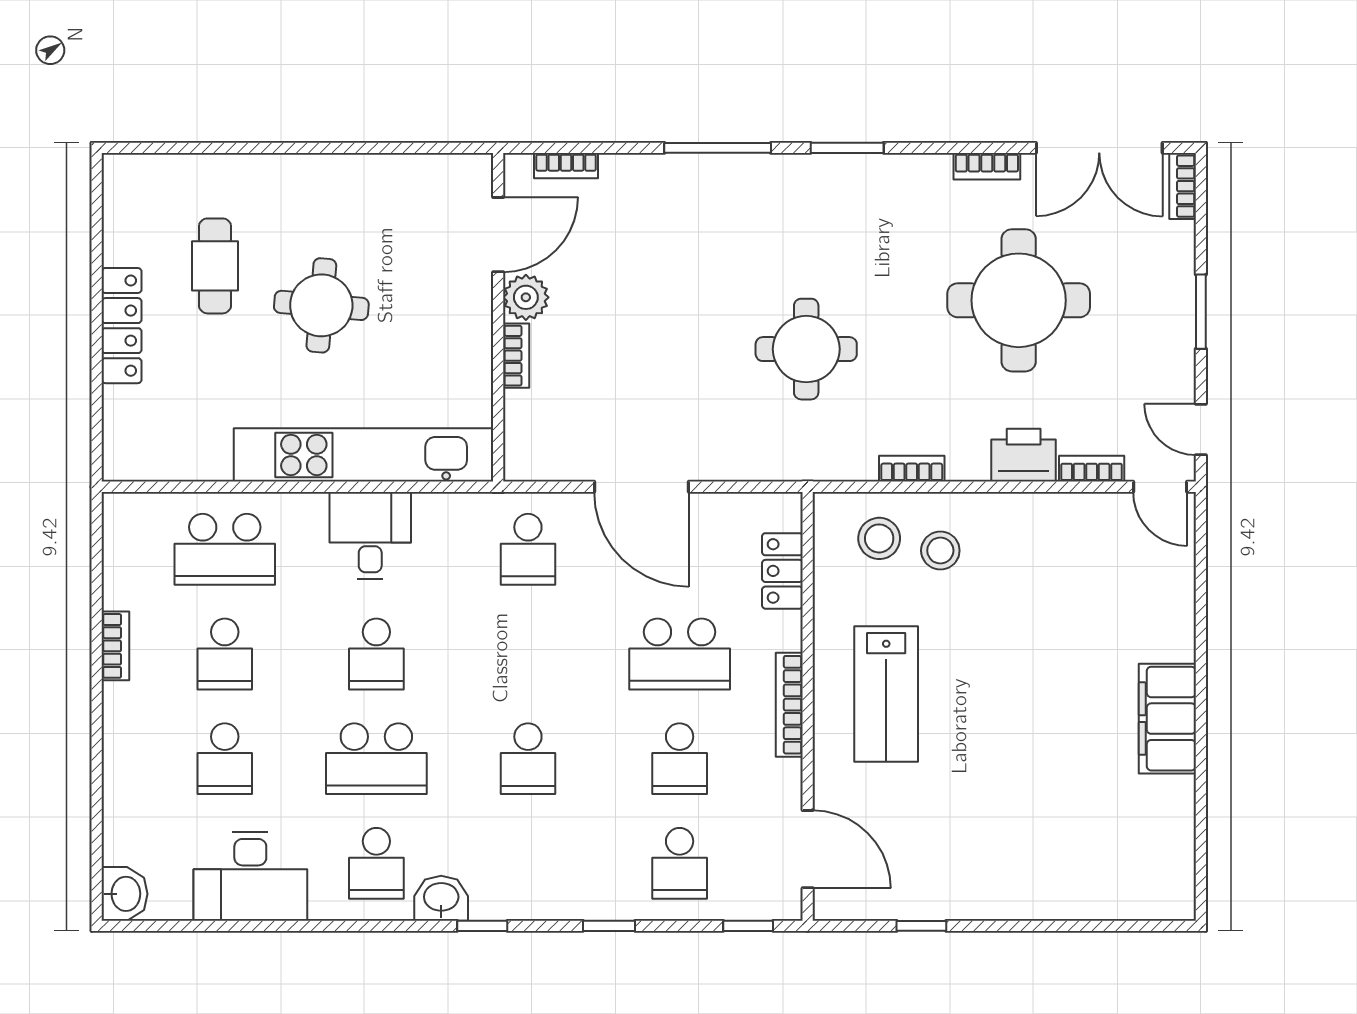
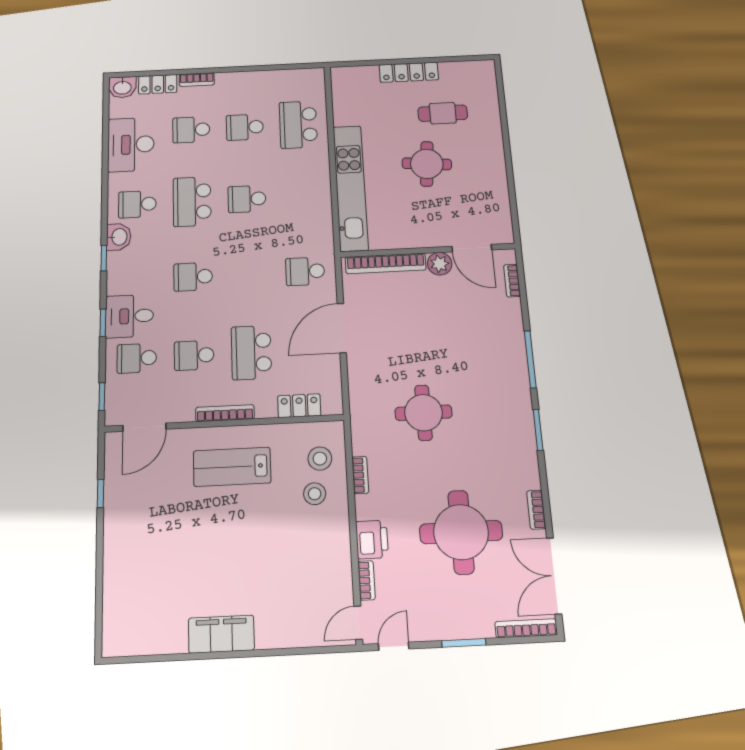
bookcase: (1183, 186) -> (526, 628), width x1.56
bookcase: (516, 356) -> (386, 263), width x2.31, depth x1.31
desk: (370, 536) -> (129, 316), moved, turned 180
bookcase: (115, 646) -> (197, 80), moved
locker: (122, 824) -> (158, 84), added

